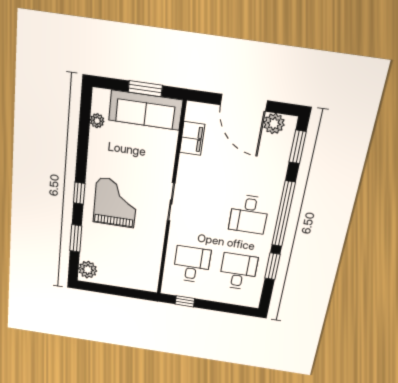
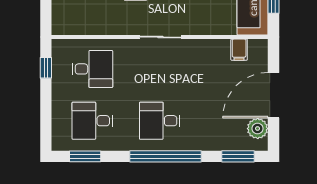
filing cabinet: (192, 138) -> (239, 50), width x0.50
window: (272, 266) -> (85, 156), moved
desk: (238, 271) -> (92, 121), turned 180

